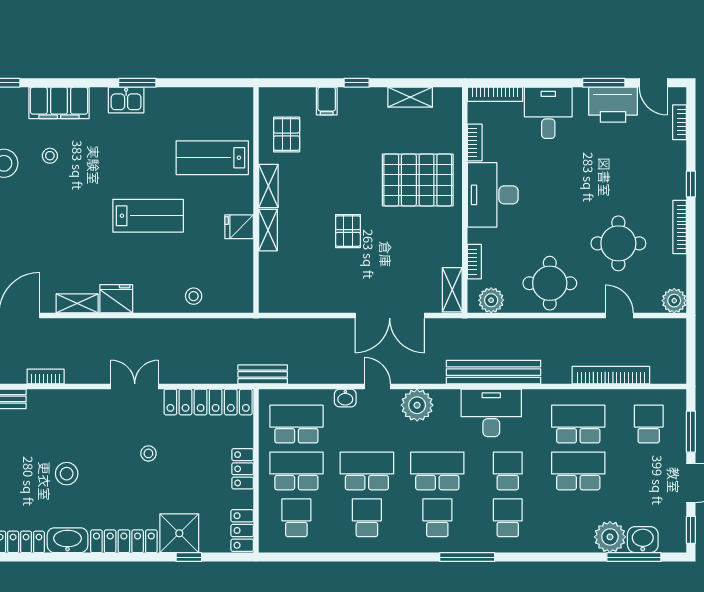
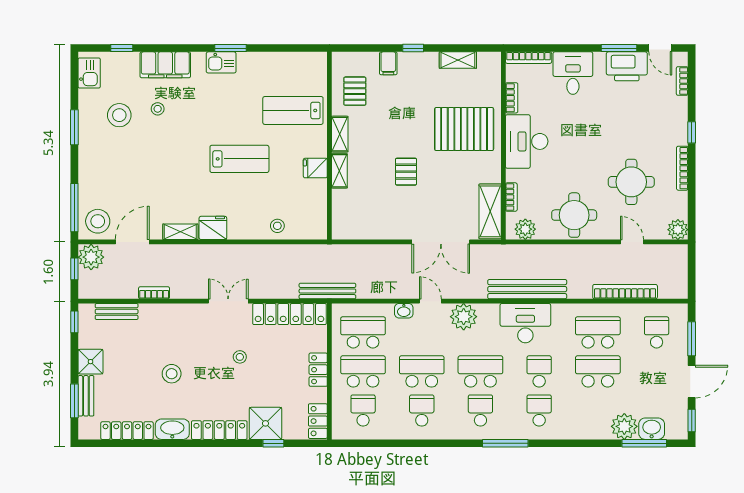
shelving: (452, 290) -> (490, 211), width x1.50, depth x1.33
bench: (263, 374) -> (327, 291), width x1.36

